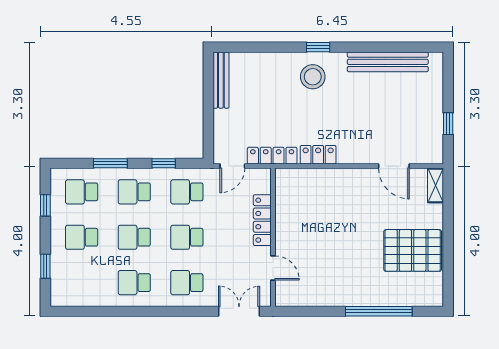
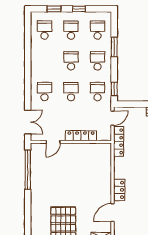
locker: (318, 155) -> (119, 190), moved
window: (164, 163) -> (114, 89), moved
door: (232, 166) -> (113, 118), swing flipped
window: (45, 205) -> (79, 9), moved
school desk: (134, 283) -> (44, 30), moved
window: (379, 311) -> (28, 170), moved

